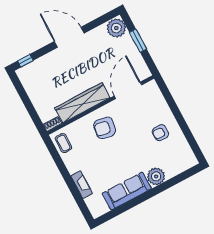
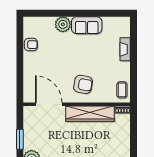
door: (128, 90) -> (49, 104), swing flipped
armchair: (160, 133) -> (31, 45), moved
sofa: (127, 191) -> (87, 25), width x0.73

